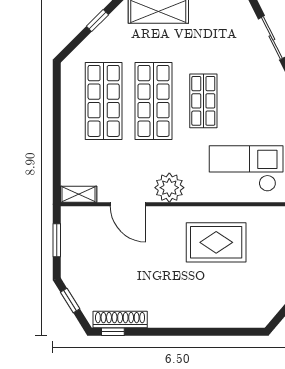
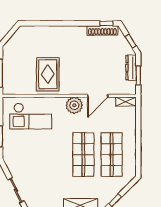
shop shelf: (203, 101) -> (55, 155), removed
door: (128, 204) -> (98, 96), swing flipped
rug: (216, 242) -> (48, 74), turned 90
dresser: (69, 254) -> (131, 68), added

